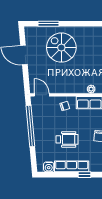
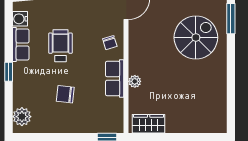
wheelchair: (67, 139) -> (60, 46), turned 180
row of seats: (72, 166) -> (21, 45), width x0.68

